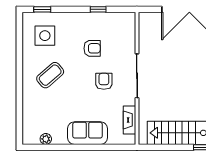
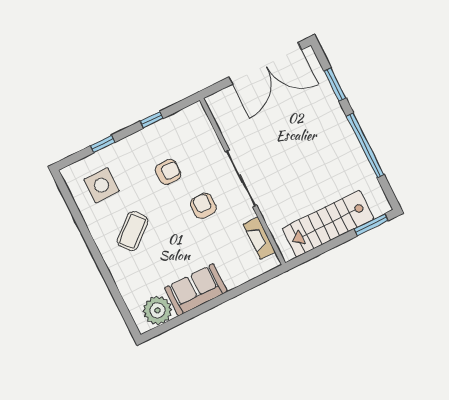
window: (42, 9) -> (103, 144), moved
sofa: (88, 133) -> (196, 290), moved
plant: (46, 139) -> (158, 310), width x1.87, depth x1.87

